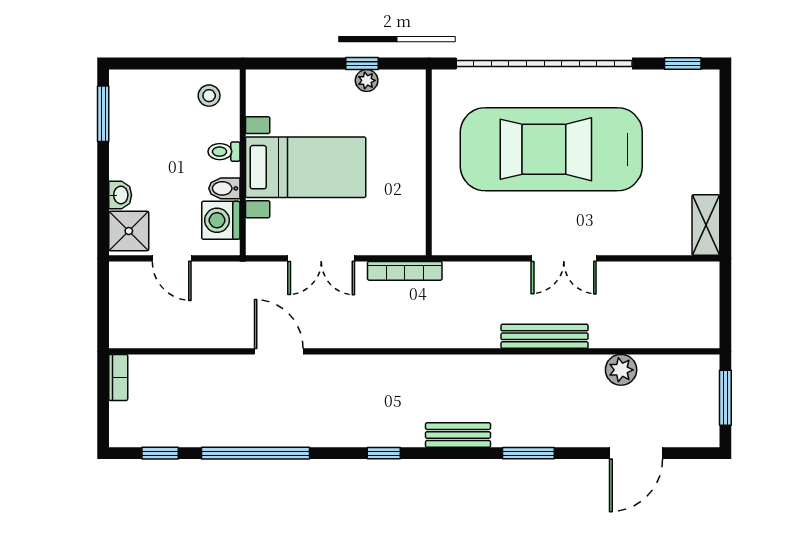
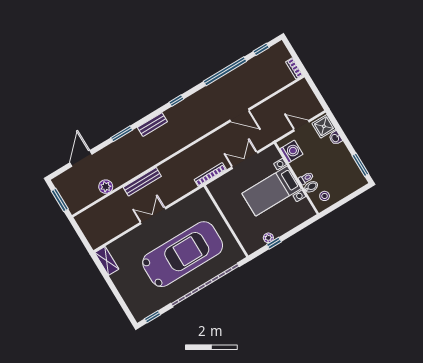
bidet: (224, 188) -> (311, 187), moved

